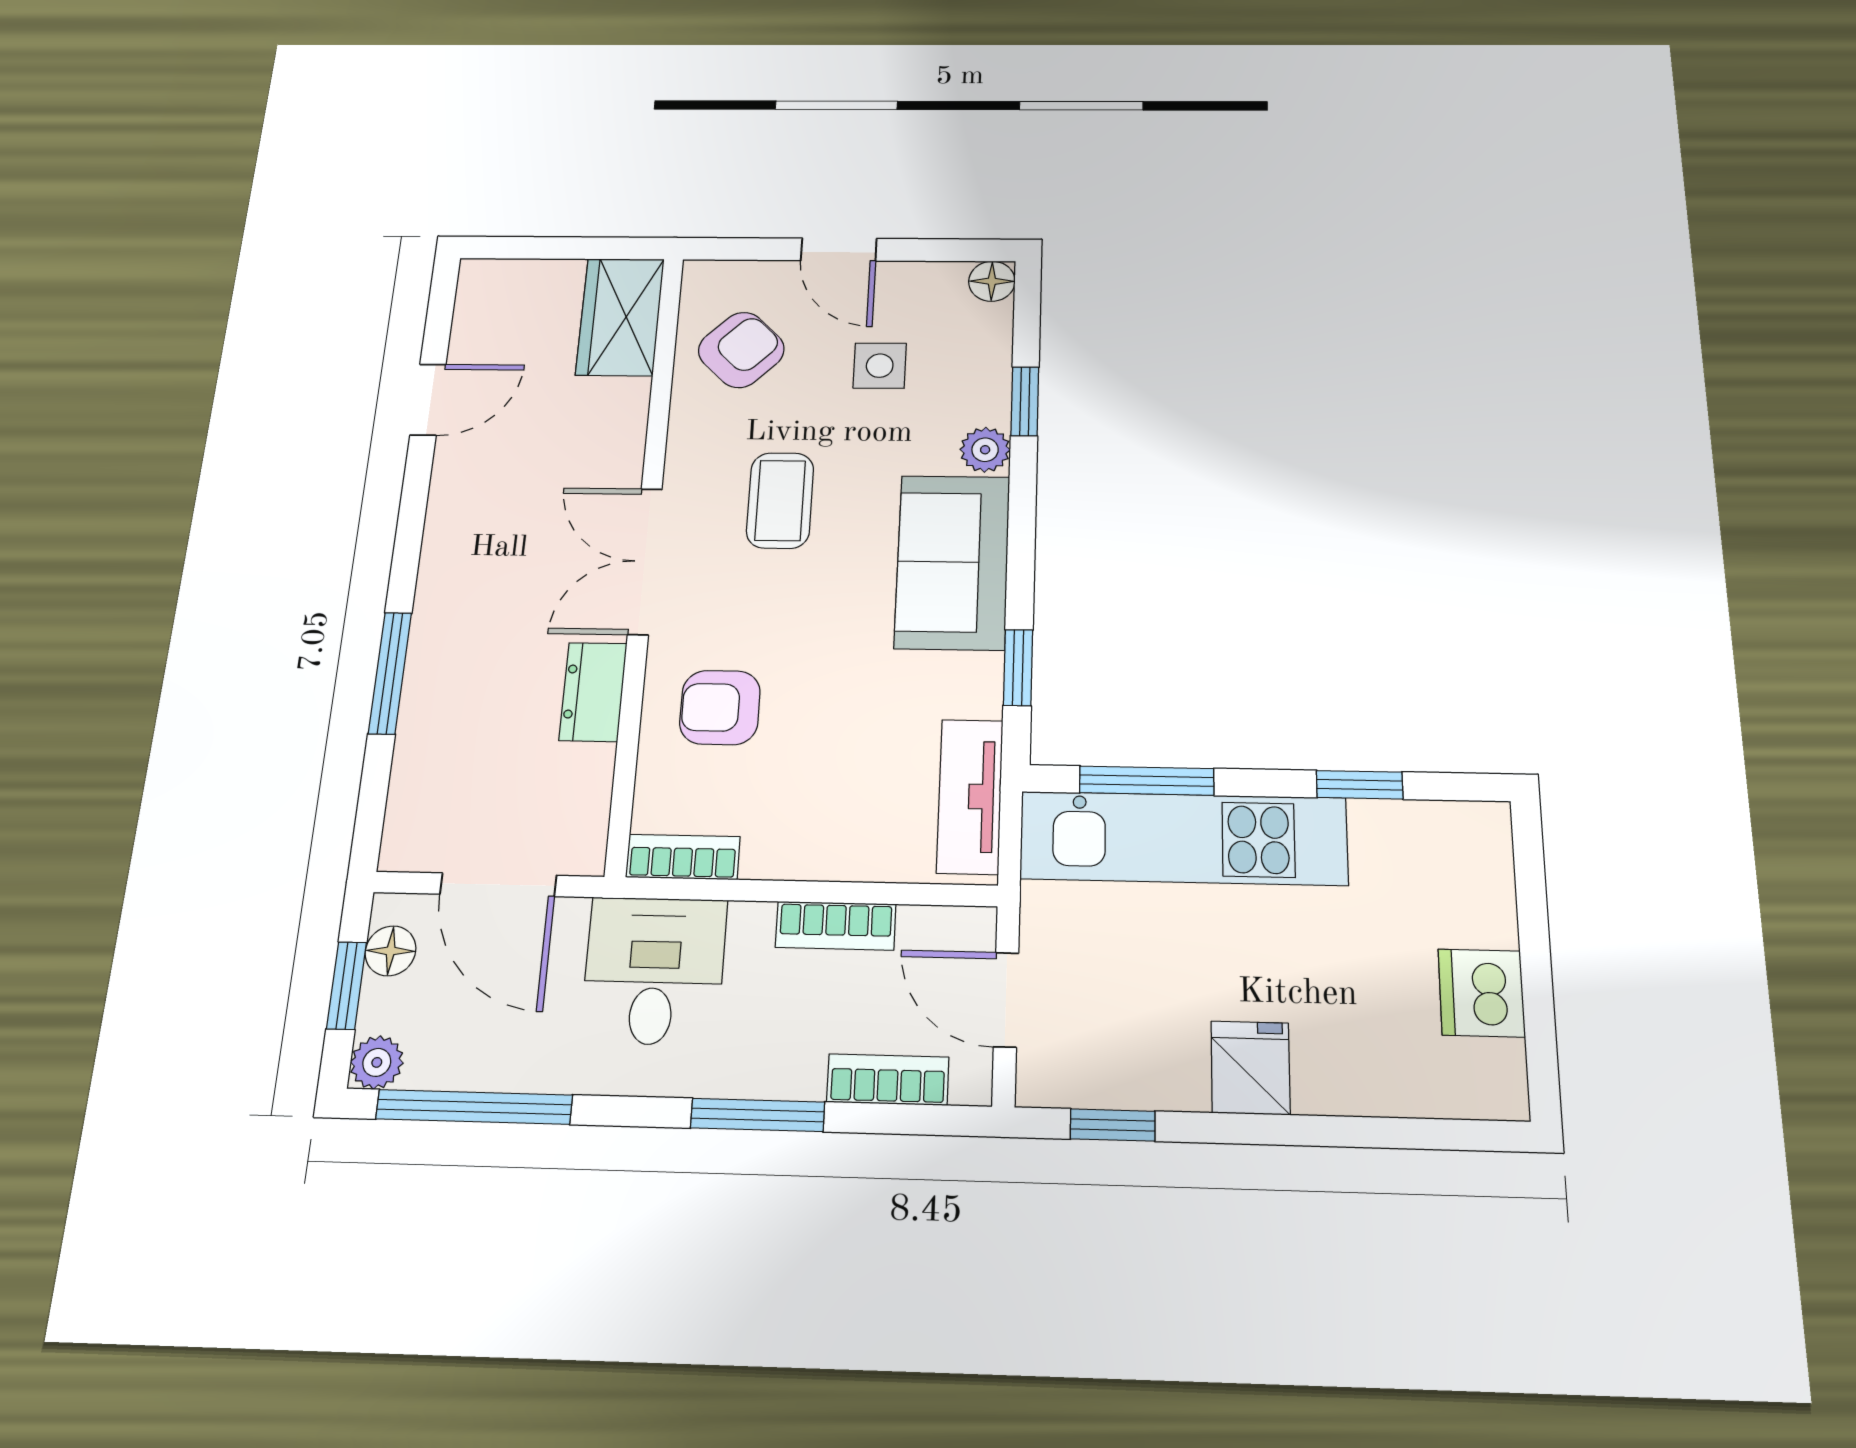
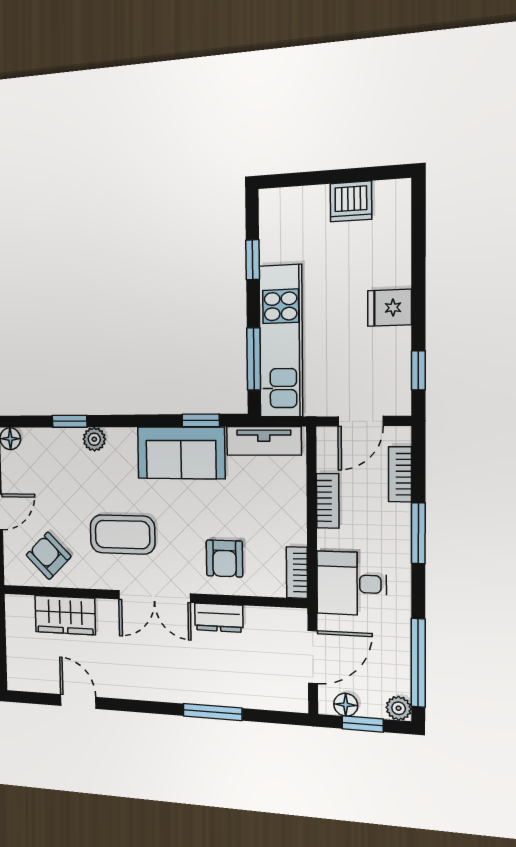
wardrobe: (620, 317) -> (65, 615), moved
side table: (880, 366) -> (54, 490), removed
coffee table: (780, 500) -> (122, 535), width x1.36, depth x1.30
sofa: (952, 562) -> (181, 453), moved

